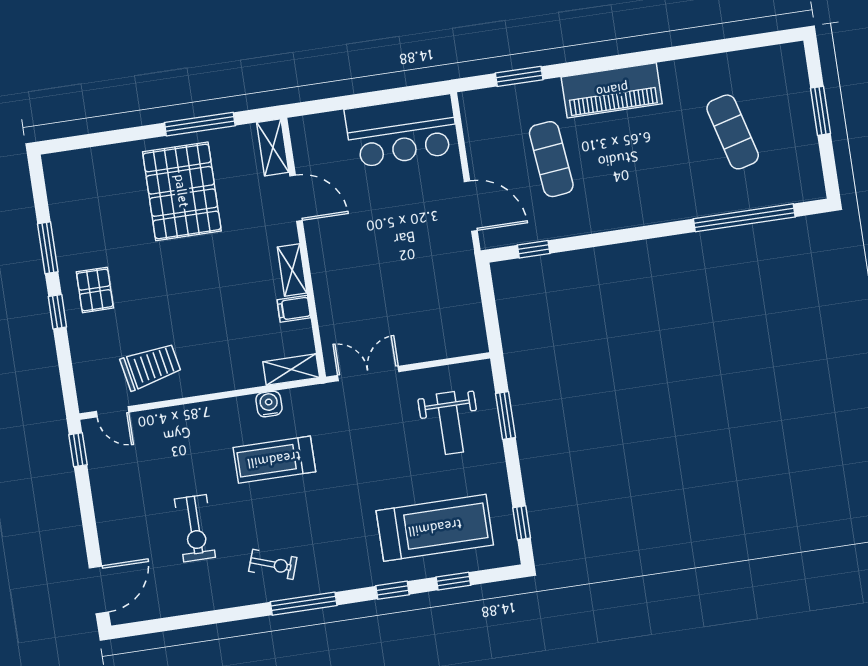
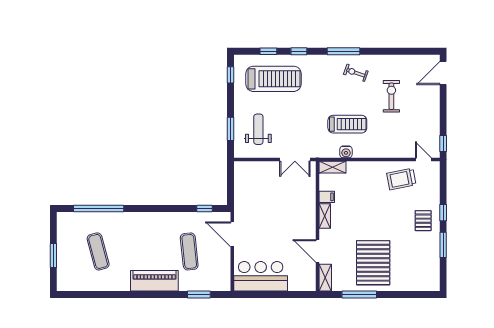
treadmill: (435, 528) -> (273, 79), turned 180

